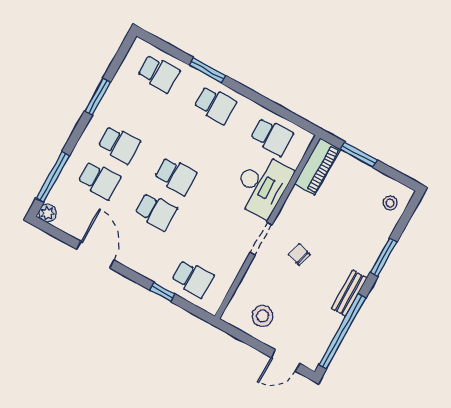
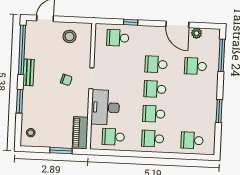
window: (207, 70) -> (166, 155), removed
school desk: (119, 144) -> (154, 114), moved
plant: (48, 213) -> (197, 33), moved

